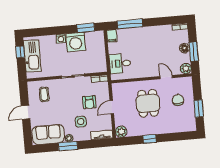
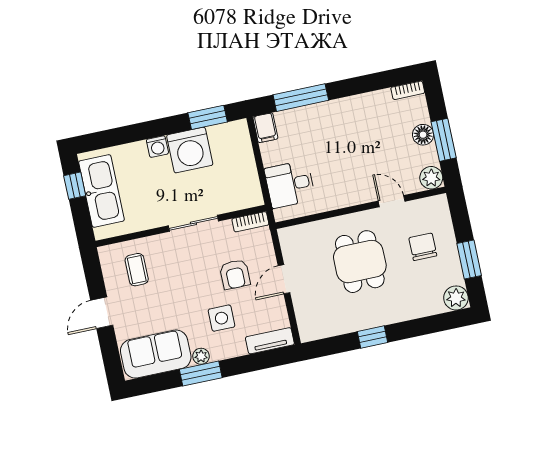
plant: (121, 132) -> (456, 298), moved

